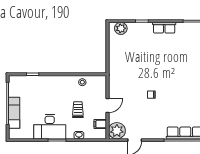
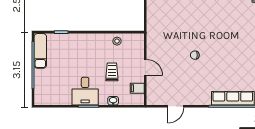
door: (107, 106) -> (145, 67), hinge flipped
exam couch: (14, 113) -> (40, 51), moved
desk: (50, 127) -> (85, 91), width x0.73
plant: (117, 131) -> (156, 96), removed

